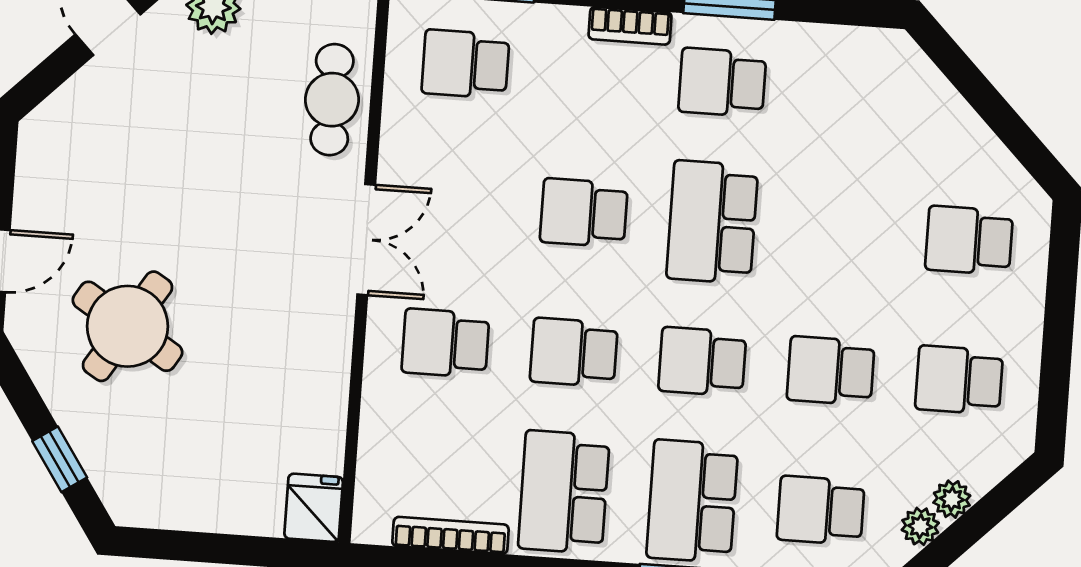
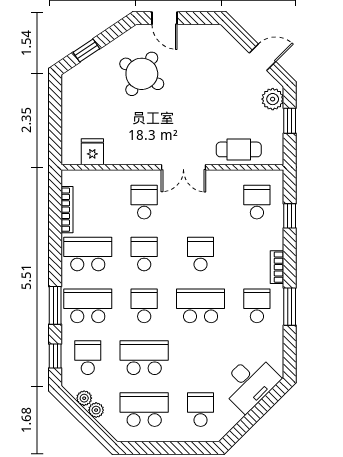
desk: (911, 114) -> (250, 383), added
school desk: (831, 371) -> (144, 358), width x1.85
school desk: (959, 380) -> (144, 410), width x1.85
fridge: (314, 508) -> (92, 152), moved, turned -90

